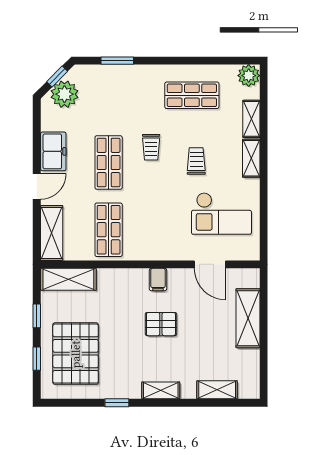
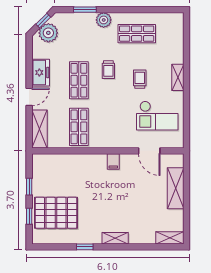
plant: (249, 76) -> (104, 20), moved
shelving: (251, 119) -> (178, 50), removed
shelving: (68, 279) -> (51, 161), removed
pallet: (161, 324) -> (115, 192), removed
pallet: (76, 354) -> (56, 213), turned 90
shelving: (217, 390) -> (170, 238), moved

